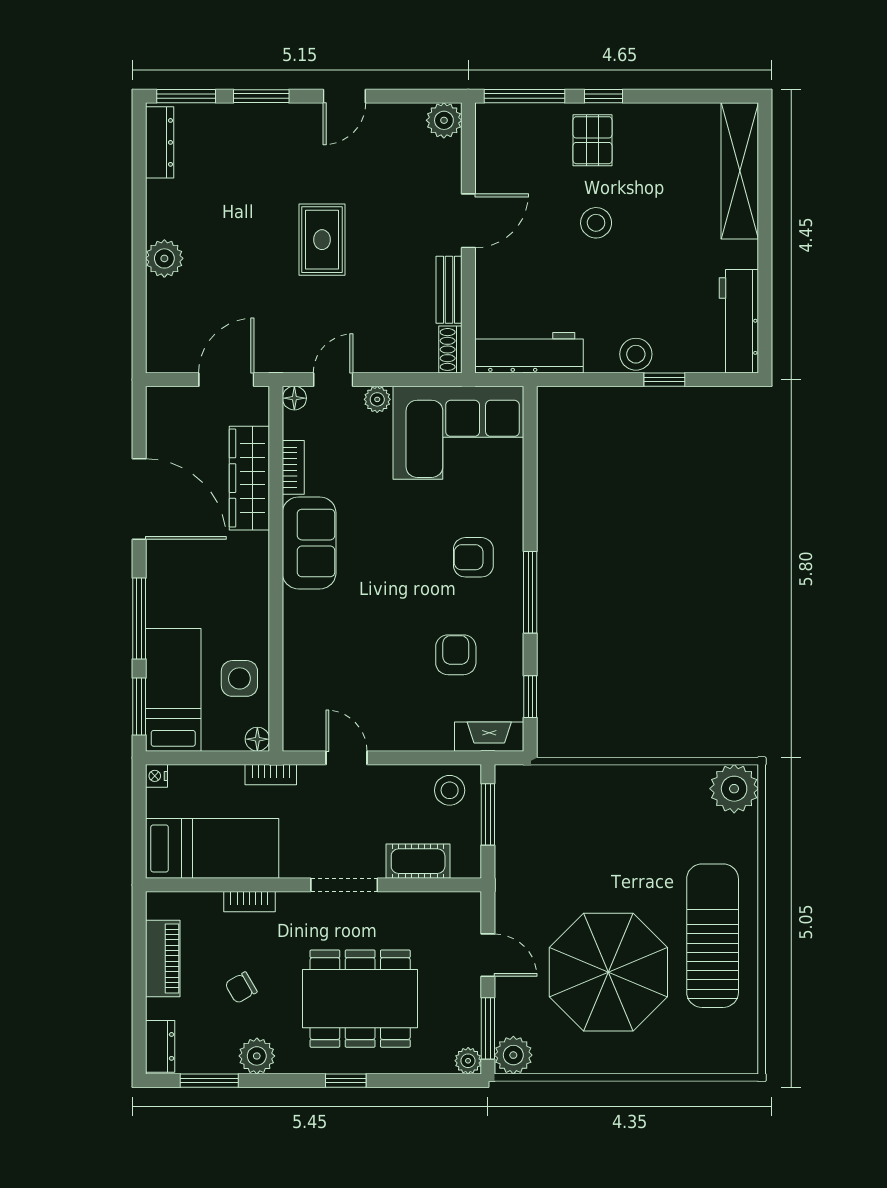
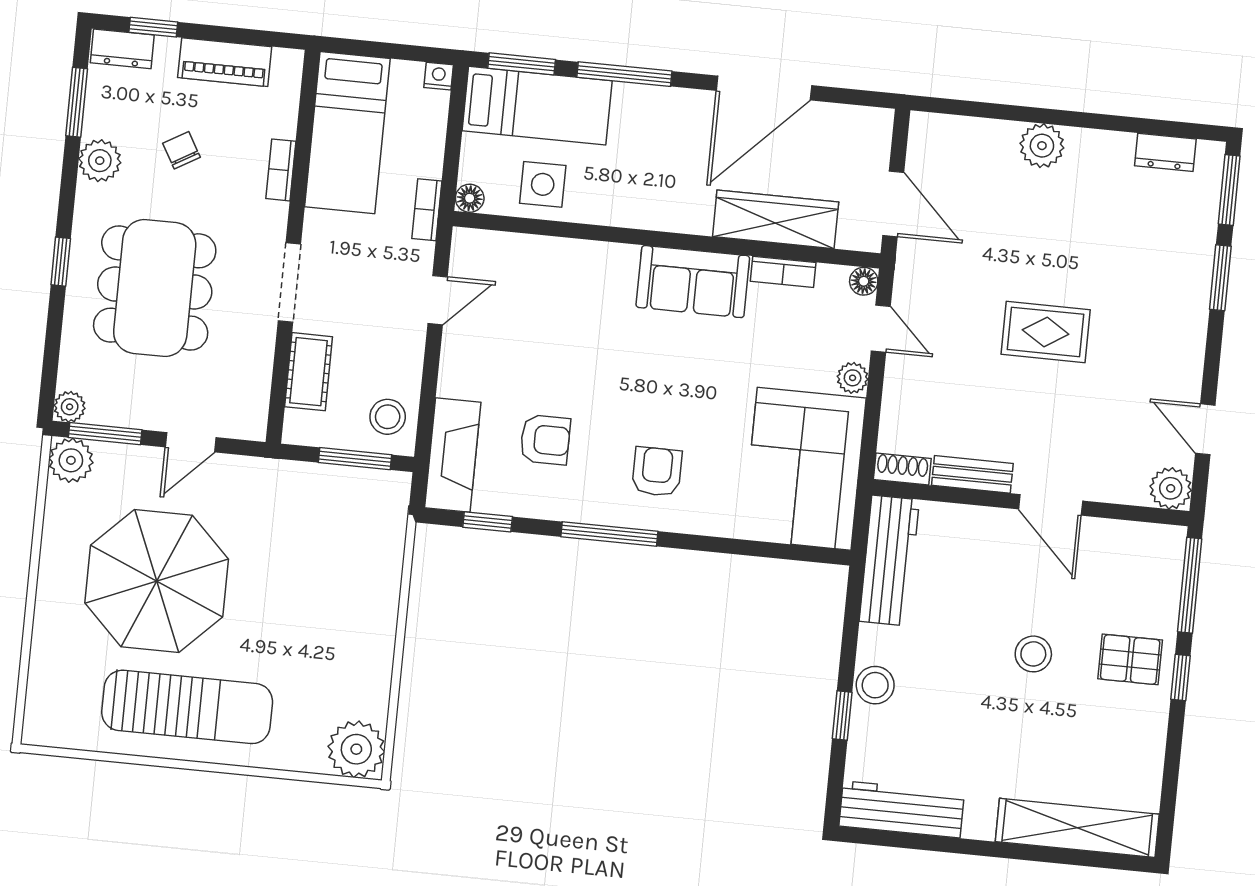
door: (344, 96) -> (1205, 429), moved
dresser: (160, 142) -> (1165, 152), width x0.70
fireplace: (489, 737) -> (453, 455), width x1.37, depth x1.32
window: (139, 1022) -> (153, 27), added

